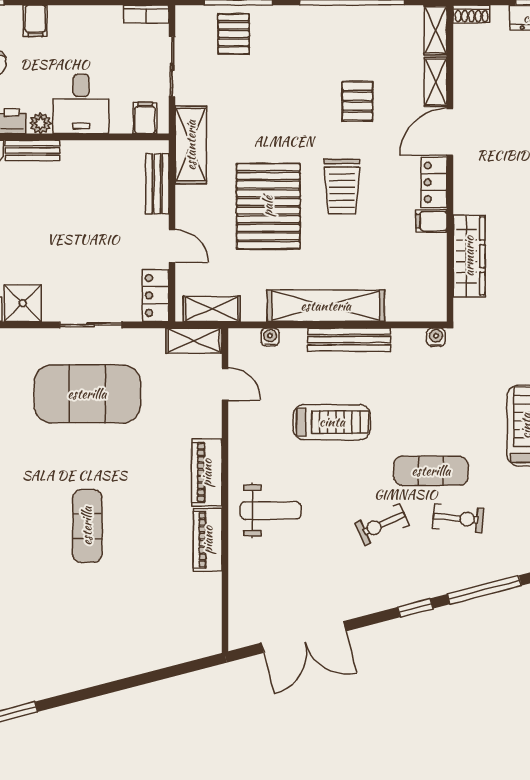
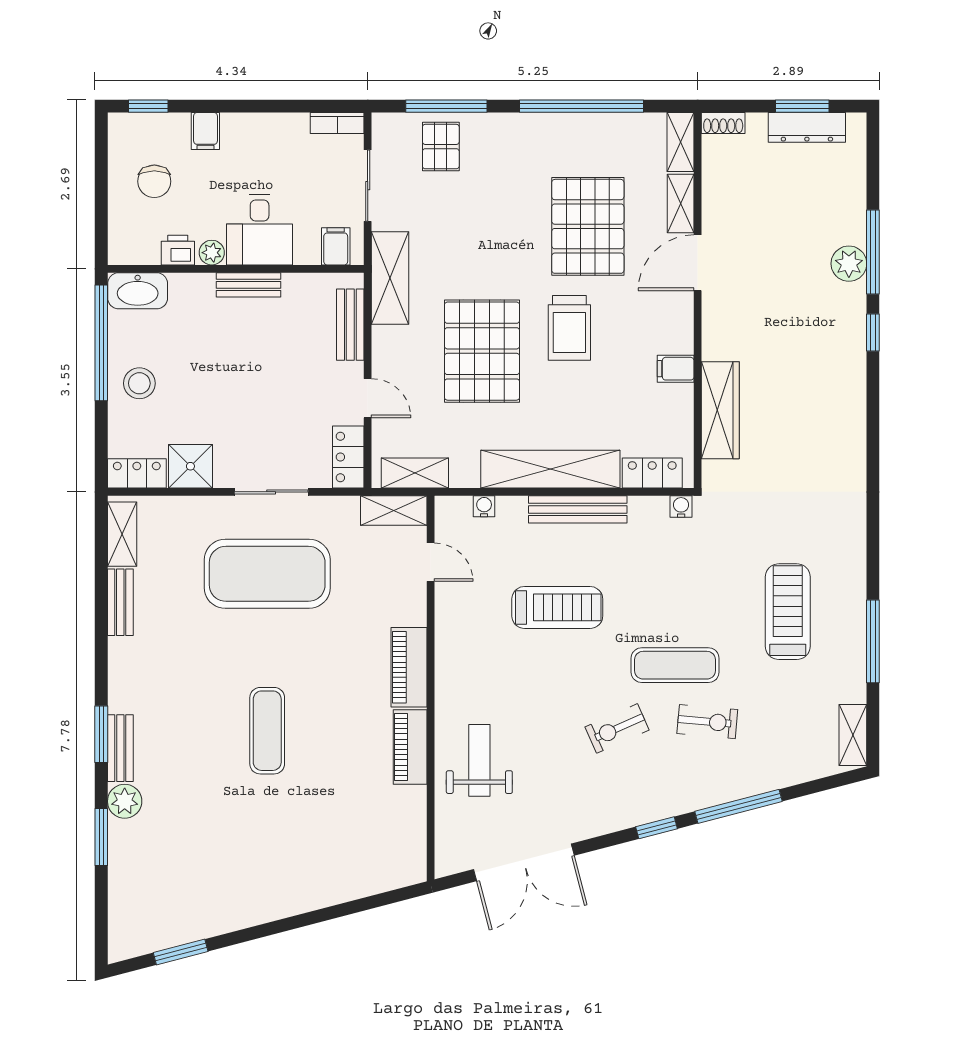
pallet: (357, 101) -> (588, 226), width x2.05, depth x2.00
bench: (32, 150) -> (248, 285), moved
locker: (434, 182) -> (652, 473), moved, turned 90
weight bench: (271, 510) -> (479, 760), moved, turned -90

